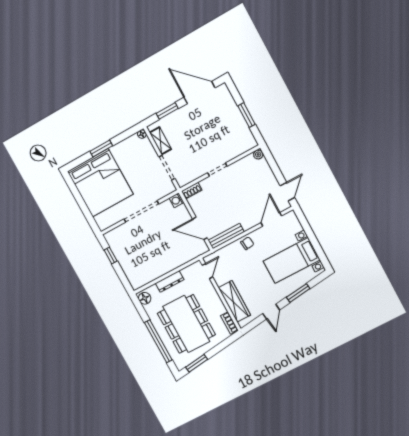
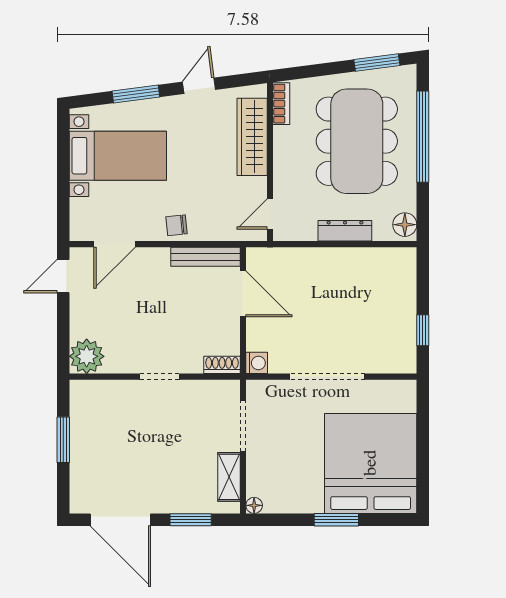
plant: (258, 154) -> (87, 356), width x1.88, depth x1.88

